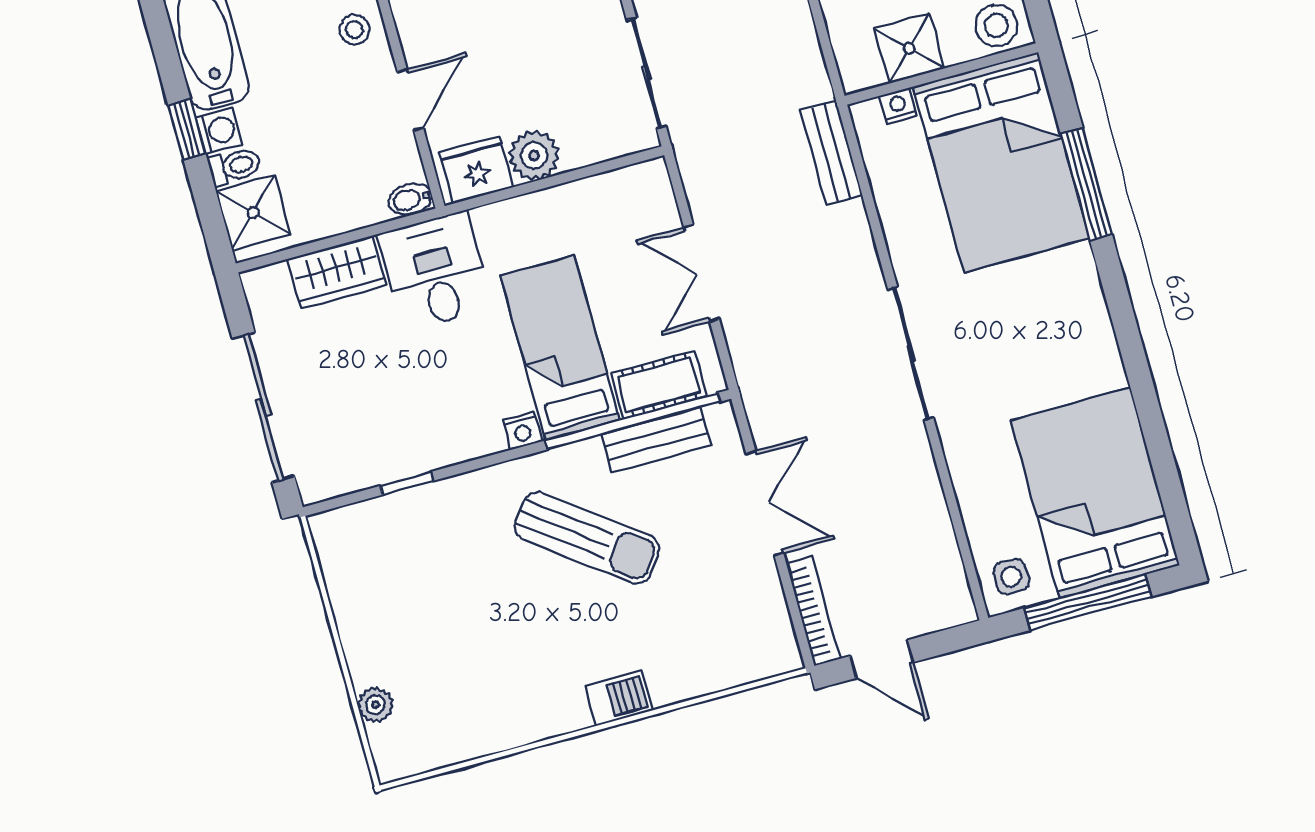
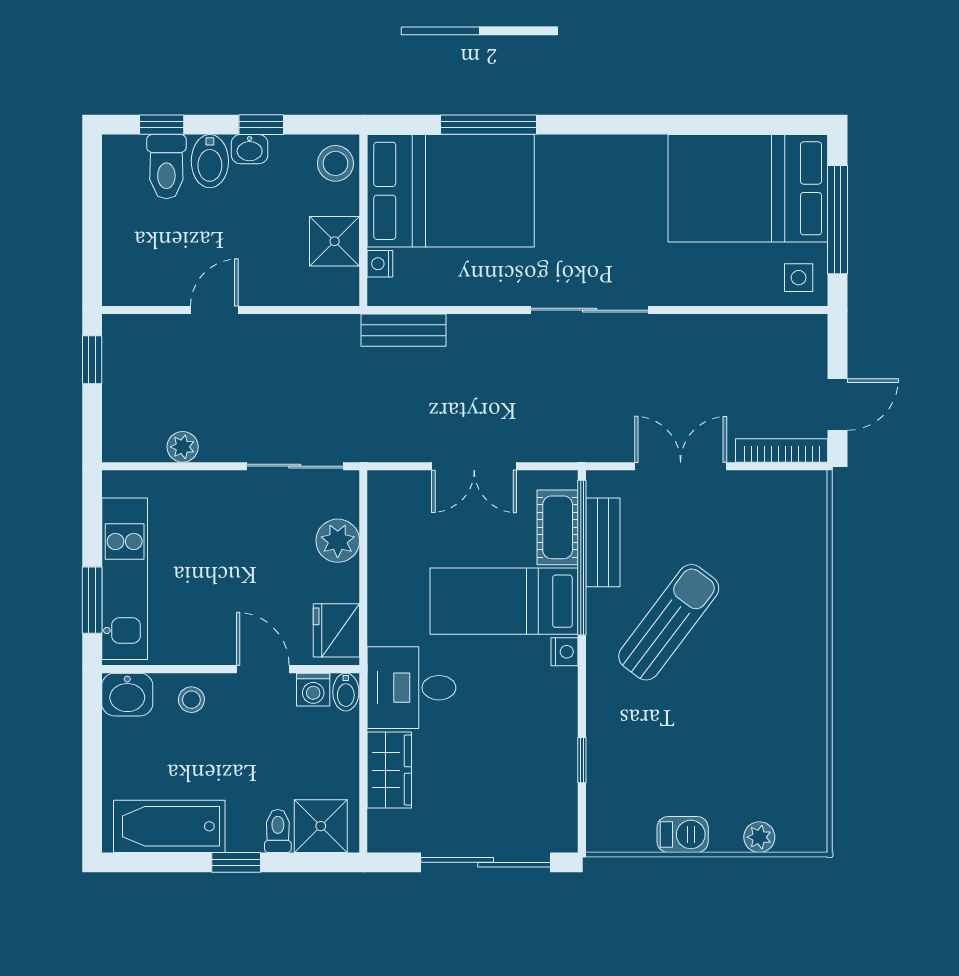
washing machine: (219, 131) -> (313, 690), moved, turned 180
plant: (534, 155) -> (338, 541), moved
barbecue: (618, 698) -> (683, 834), moved, turned 90

